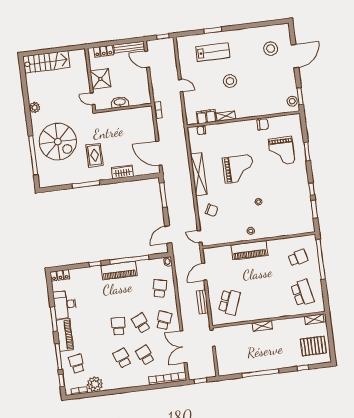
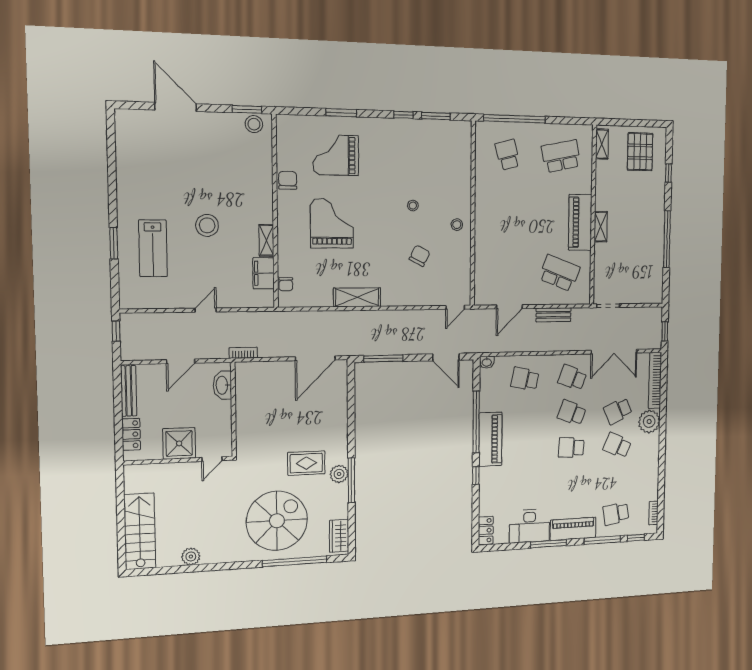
stool: (271, 49) -> (158, 147), removed
lab bench: (213, 52) -> (153, 248), turned 180
door: (147, 59) -> (181, 361), moved
washbasin: (120, 102) -> (222, 385), moved
plant: (35, 107) -> (191, 557), moved
grand piano: (282, 151) -> (336, 155), turned 180
grand piano: (238, 169) -> (332, 223), moved
wardrobe: (123, 172) -> (339, 536), moved
shelving: (199, 174) -> (357, 297), width x0.68
plant: (89, 176) -> (339, 474), added
chair: (212, 210) -> (420, 256), moved
piano: (249, 250) -> (580, 222), moved, turned 180
door: (204, 272) -> (509, 307), hinge flipped
school desk: (141, 323) -> (572, 413), turned 45
school desk: (122, 358) -> (617, 445), turned 45
plant: (95, 384) -> (649, 421), moved

